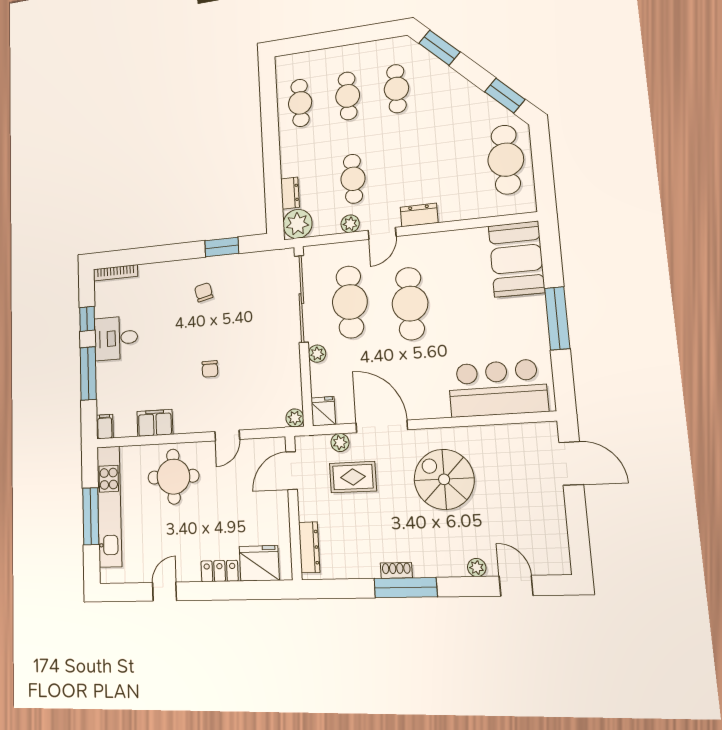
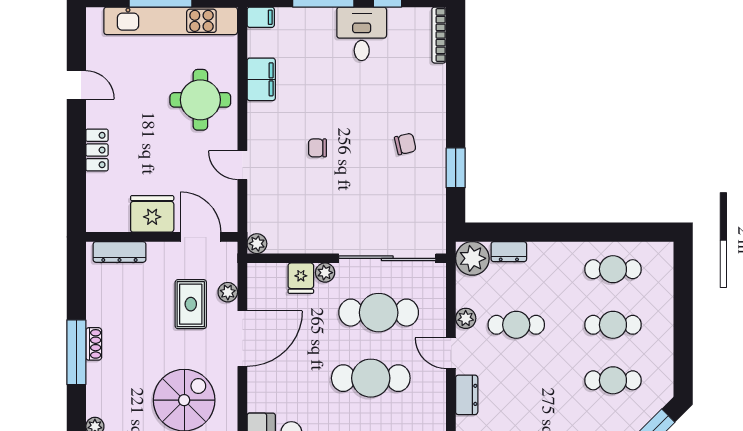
fridge: (323, 411) -> (301, 278), moved, turned 90
fridge: (259, 563) -> (152, 214), moved, turned -90

